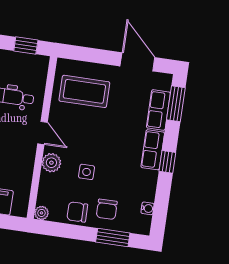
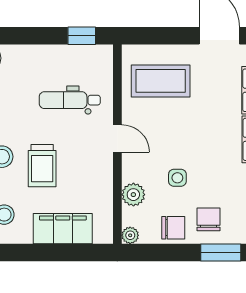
plant: (51, 163) -> (133, 195), moved
chair: (107, 209) -> (208, 219), turned 180
chair: (77, 212) -> (173, 228), turned 180

